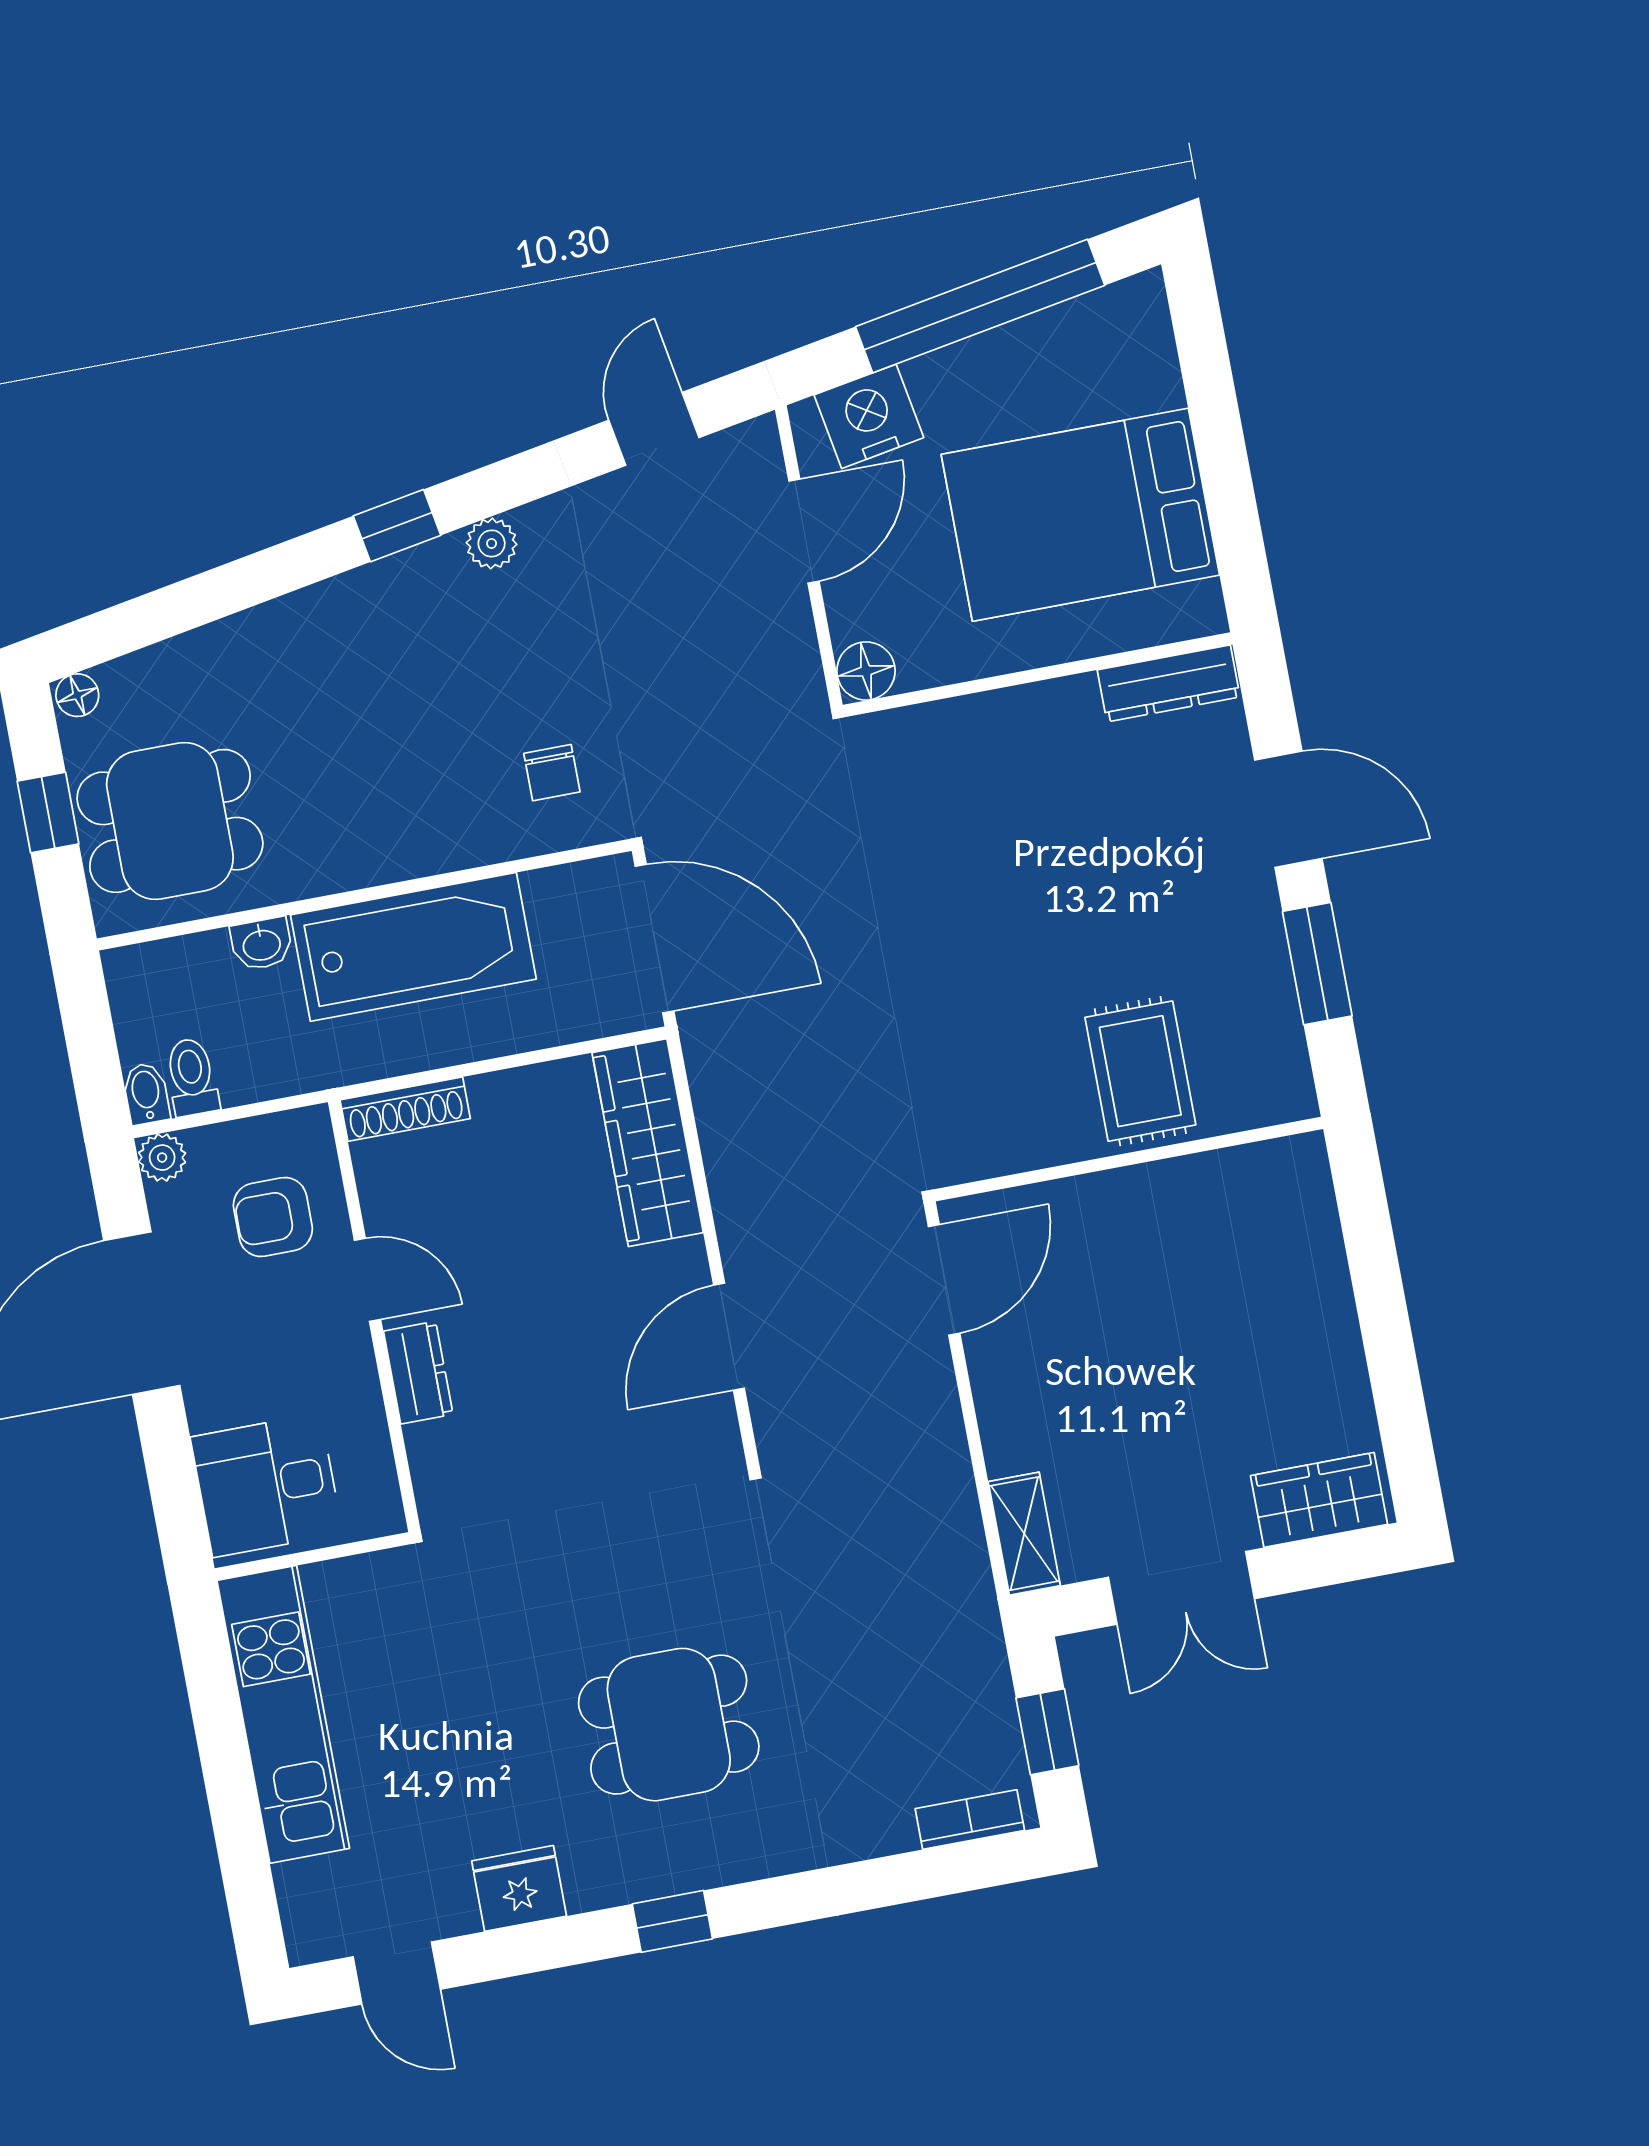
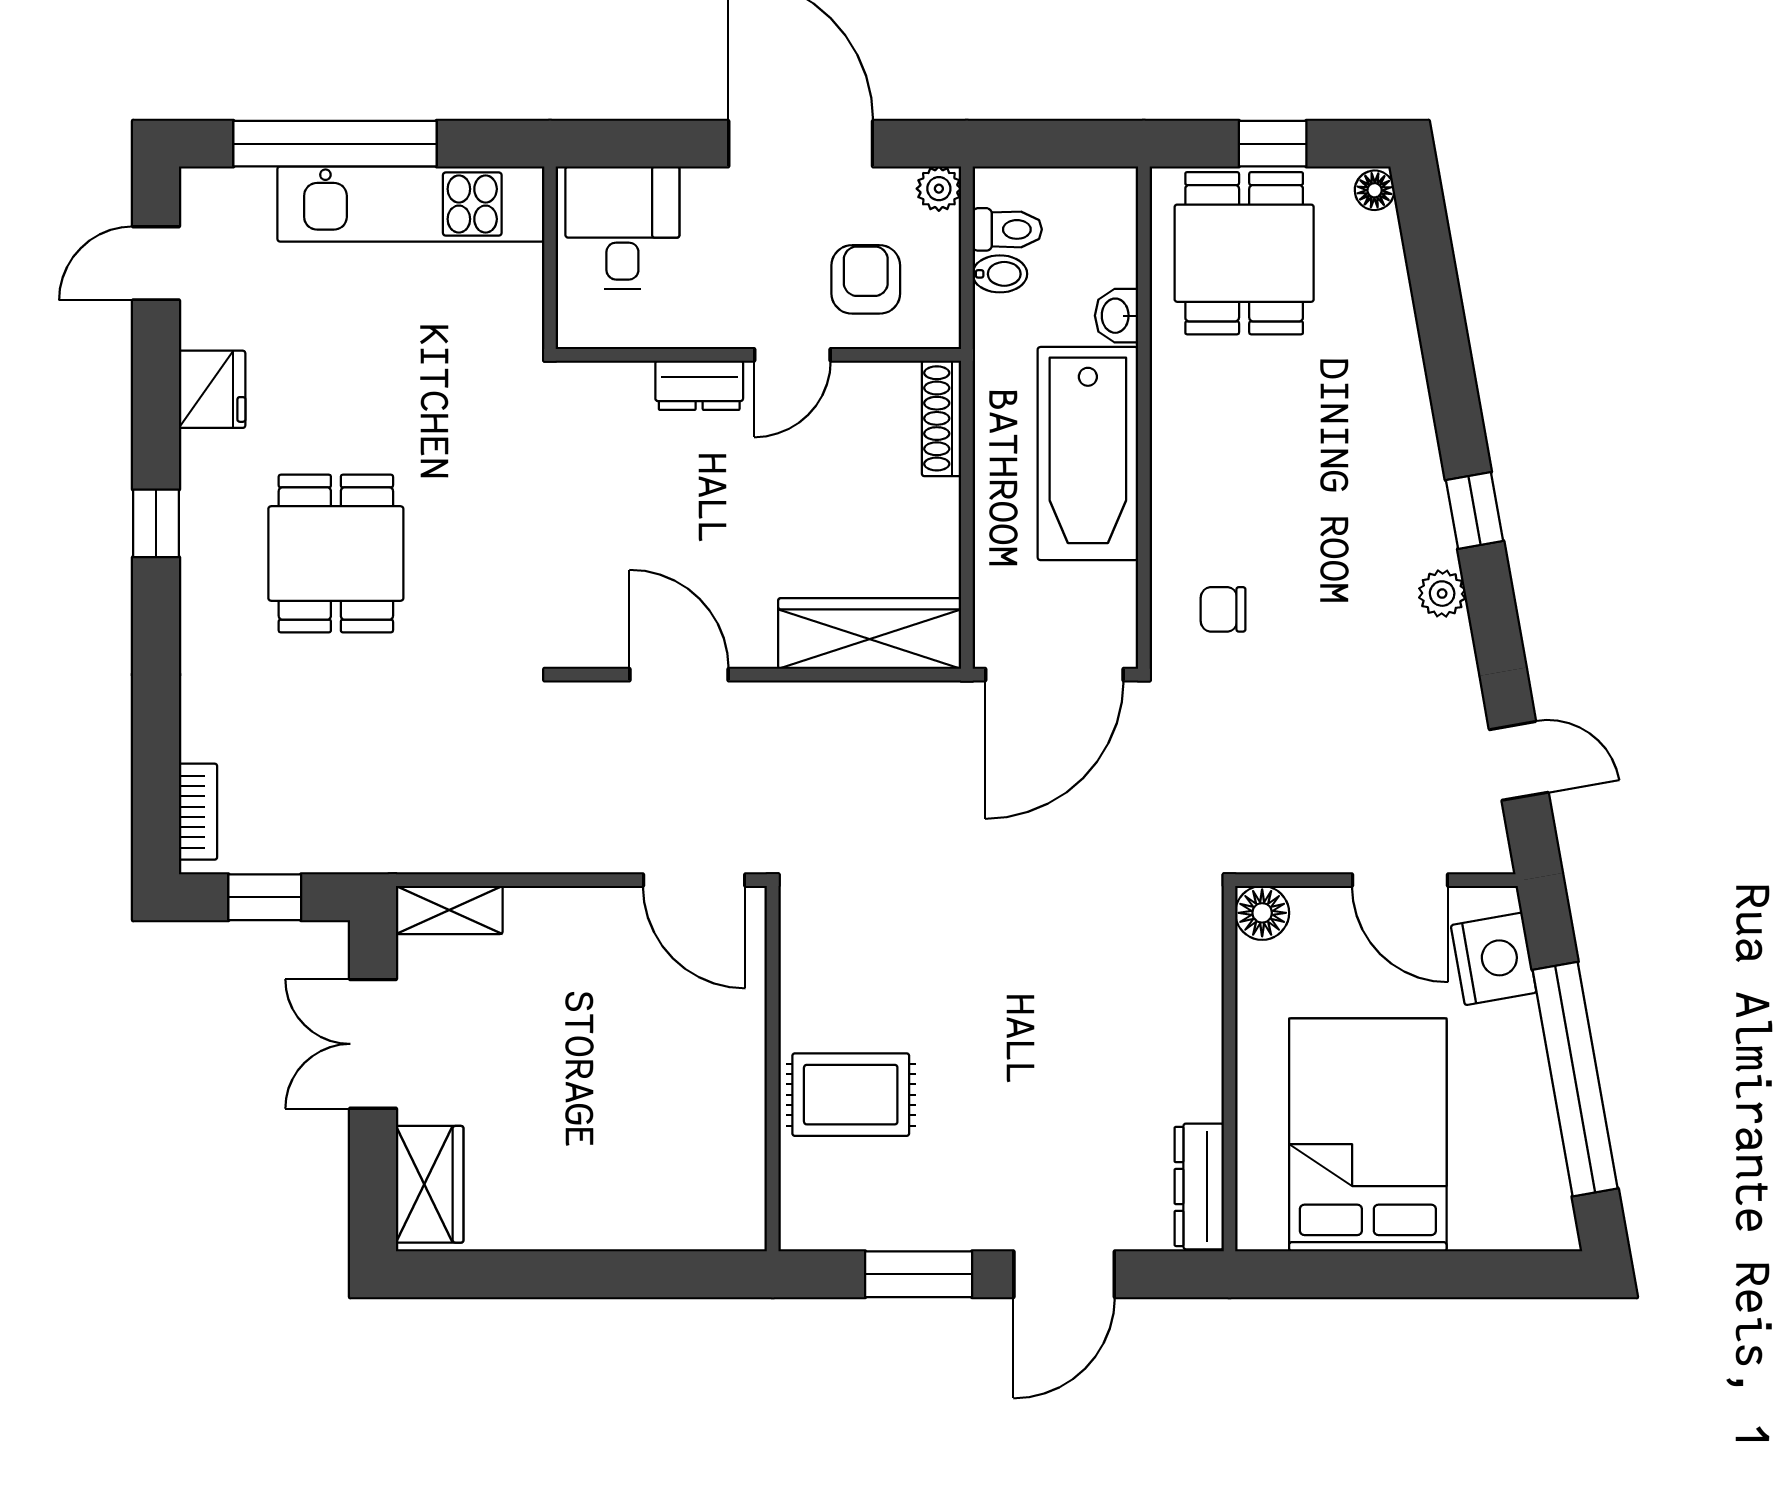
bidet: (146, 1094) -> (1000, 274), moved
window: (234, 1807) -> (335, 144), added

